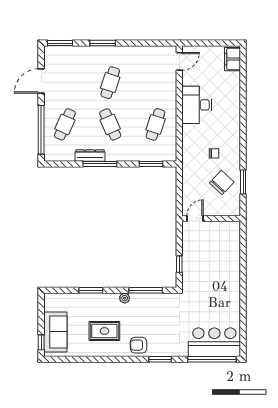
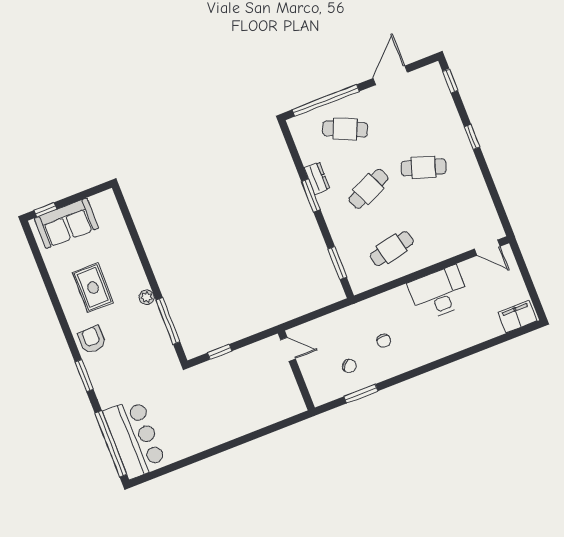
window: (60, 43) -> (450, 81), width x0.67
window: (103, 43) -> (472, 137), width x0.67
door: (41, 81) -> (390, 75), hinge flipped
cafe table: (156, 124) -> (392, 249), turned -30
dresser: (90, 156) -> (317, 178), width x0.70
window: (100, 164) -> (311, 196), width x0.69
chair: (222, 182) -> (349, 366), width x0.54, depth x0.54
window: (91, 290) -> (140, 249), removed

